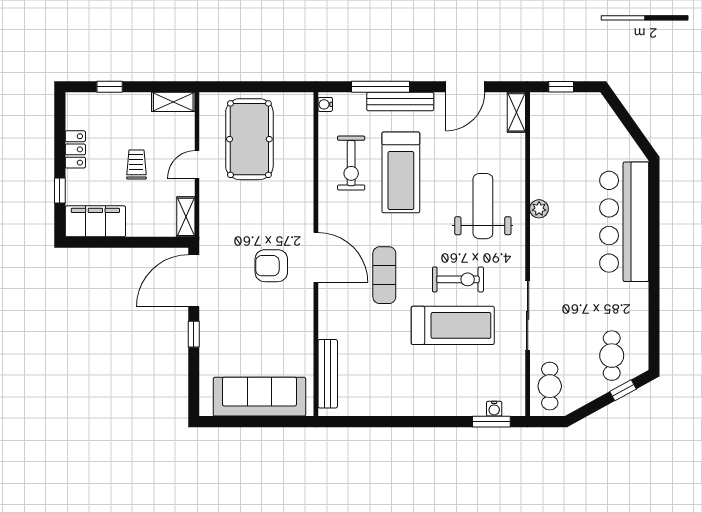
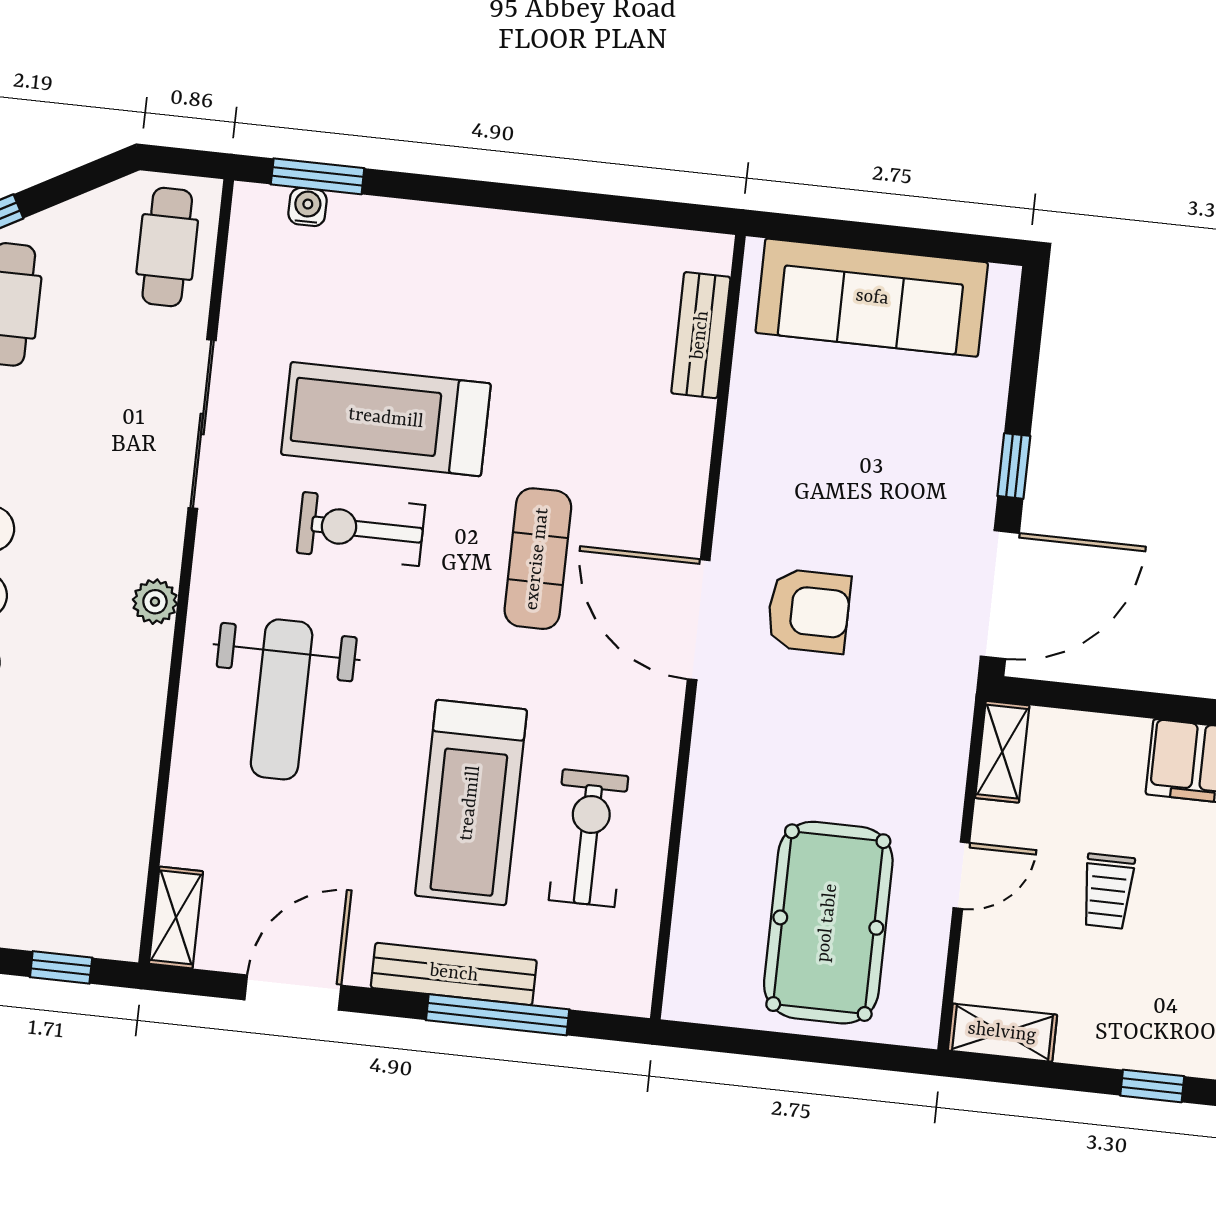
water cooler: (325, 104) -> (636, 987), removed
treadmill: (401, 172) -> (471, 803), turned 180
plant: (539, 209) -> (155, 602), moved
bench: (328, 374) -> (701, 335), width x0.73

